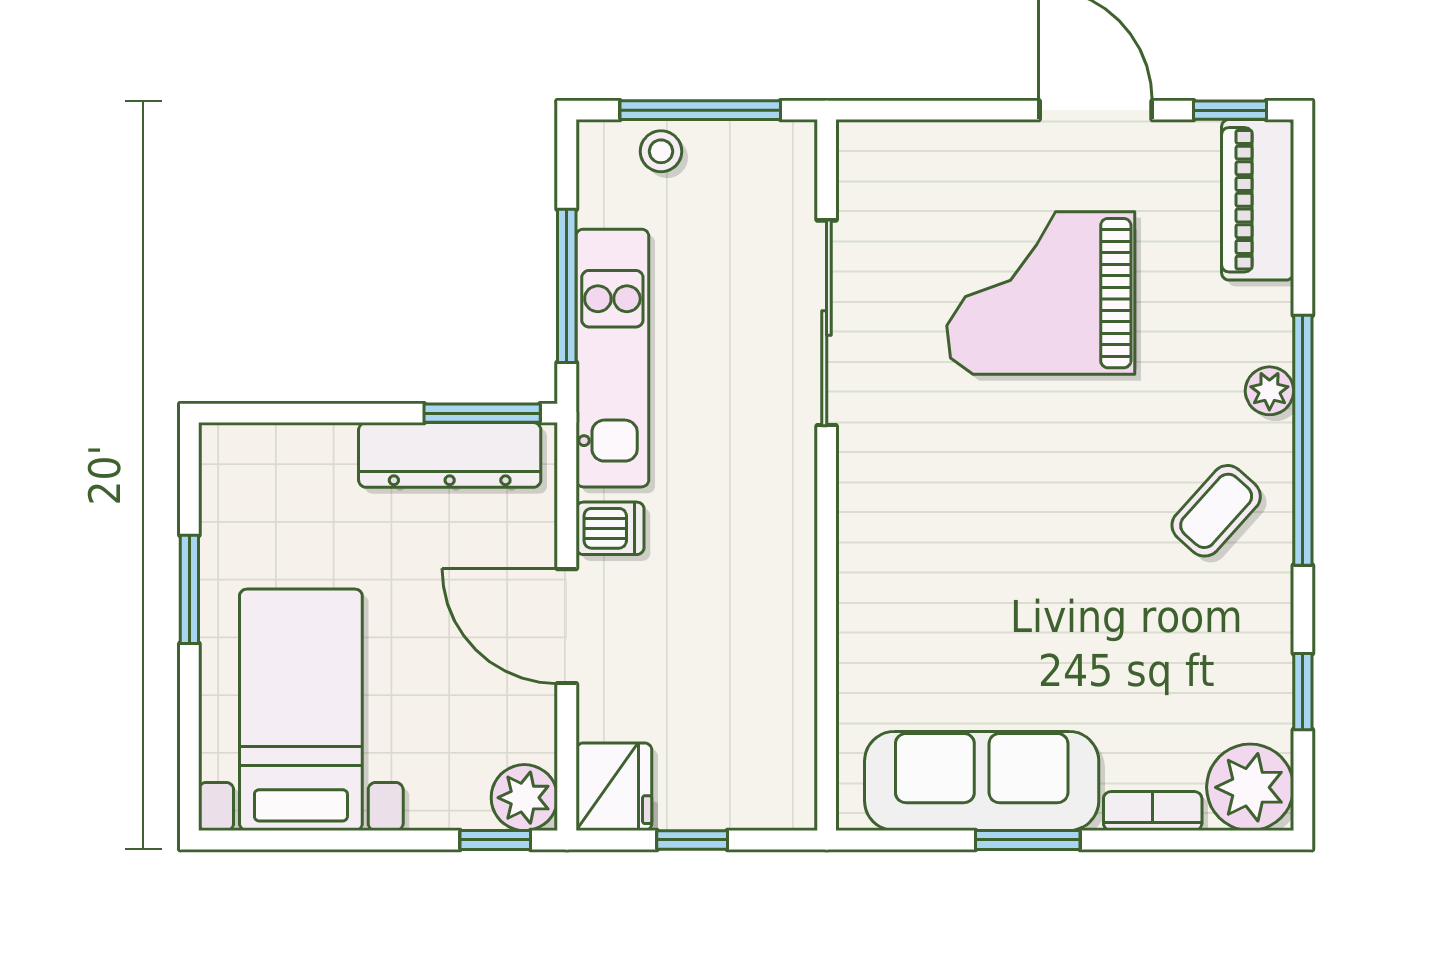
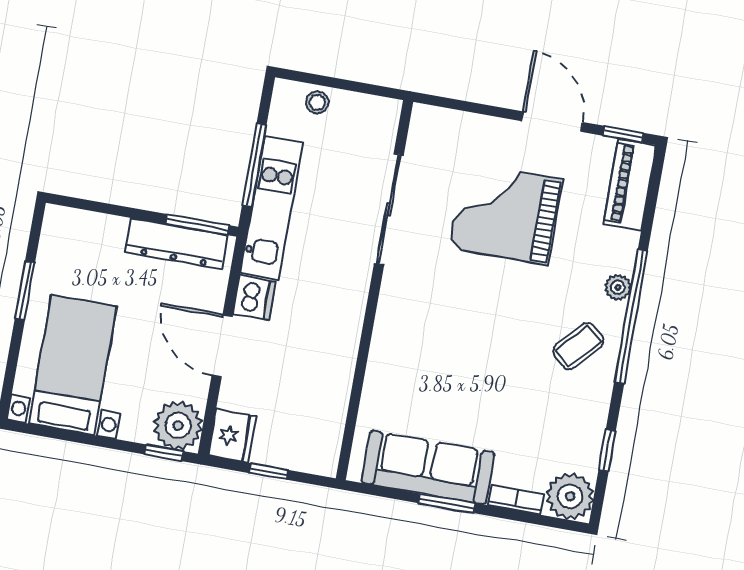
window: (700, 110) -> (342, 84), removed
dishwasher: (610, 528) -> (254, 298), width x1.38
plant: (524, 798) -> (178, 425), width x1.36, depth x1.36

